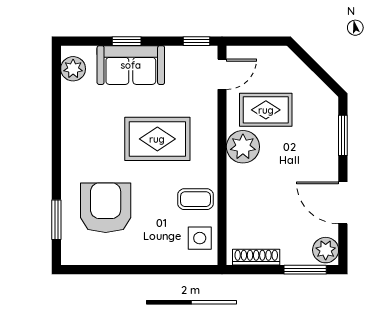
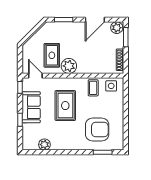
sofa: (131, 65) -> (31, 107), moved
plant: (73, 69) -> (44, 145), moved
armchair: (106, 208) -> (97, 129), turned 180

